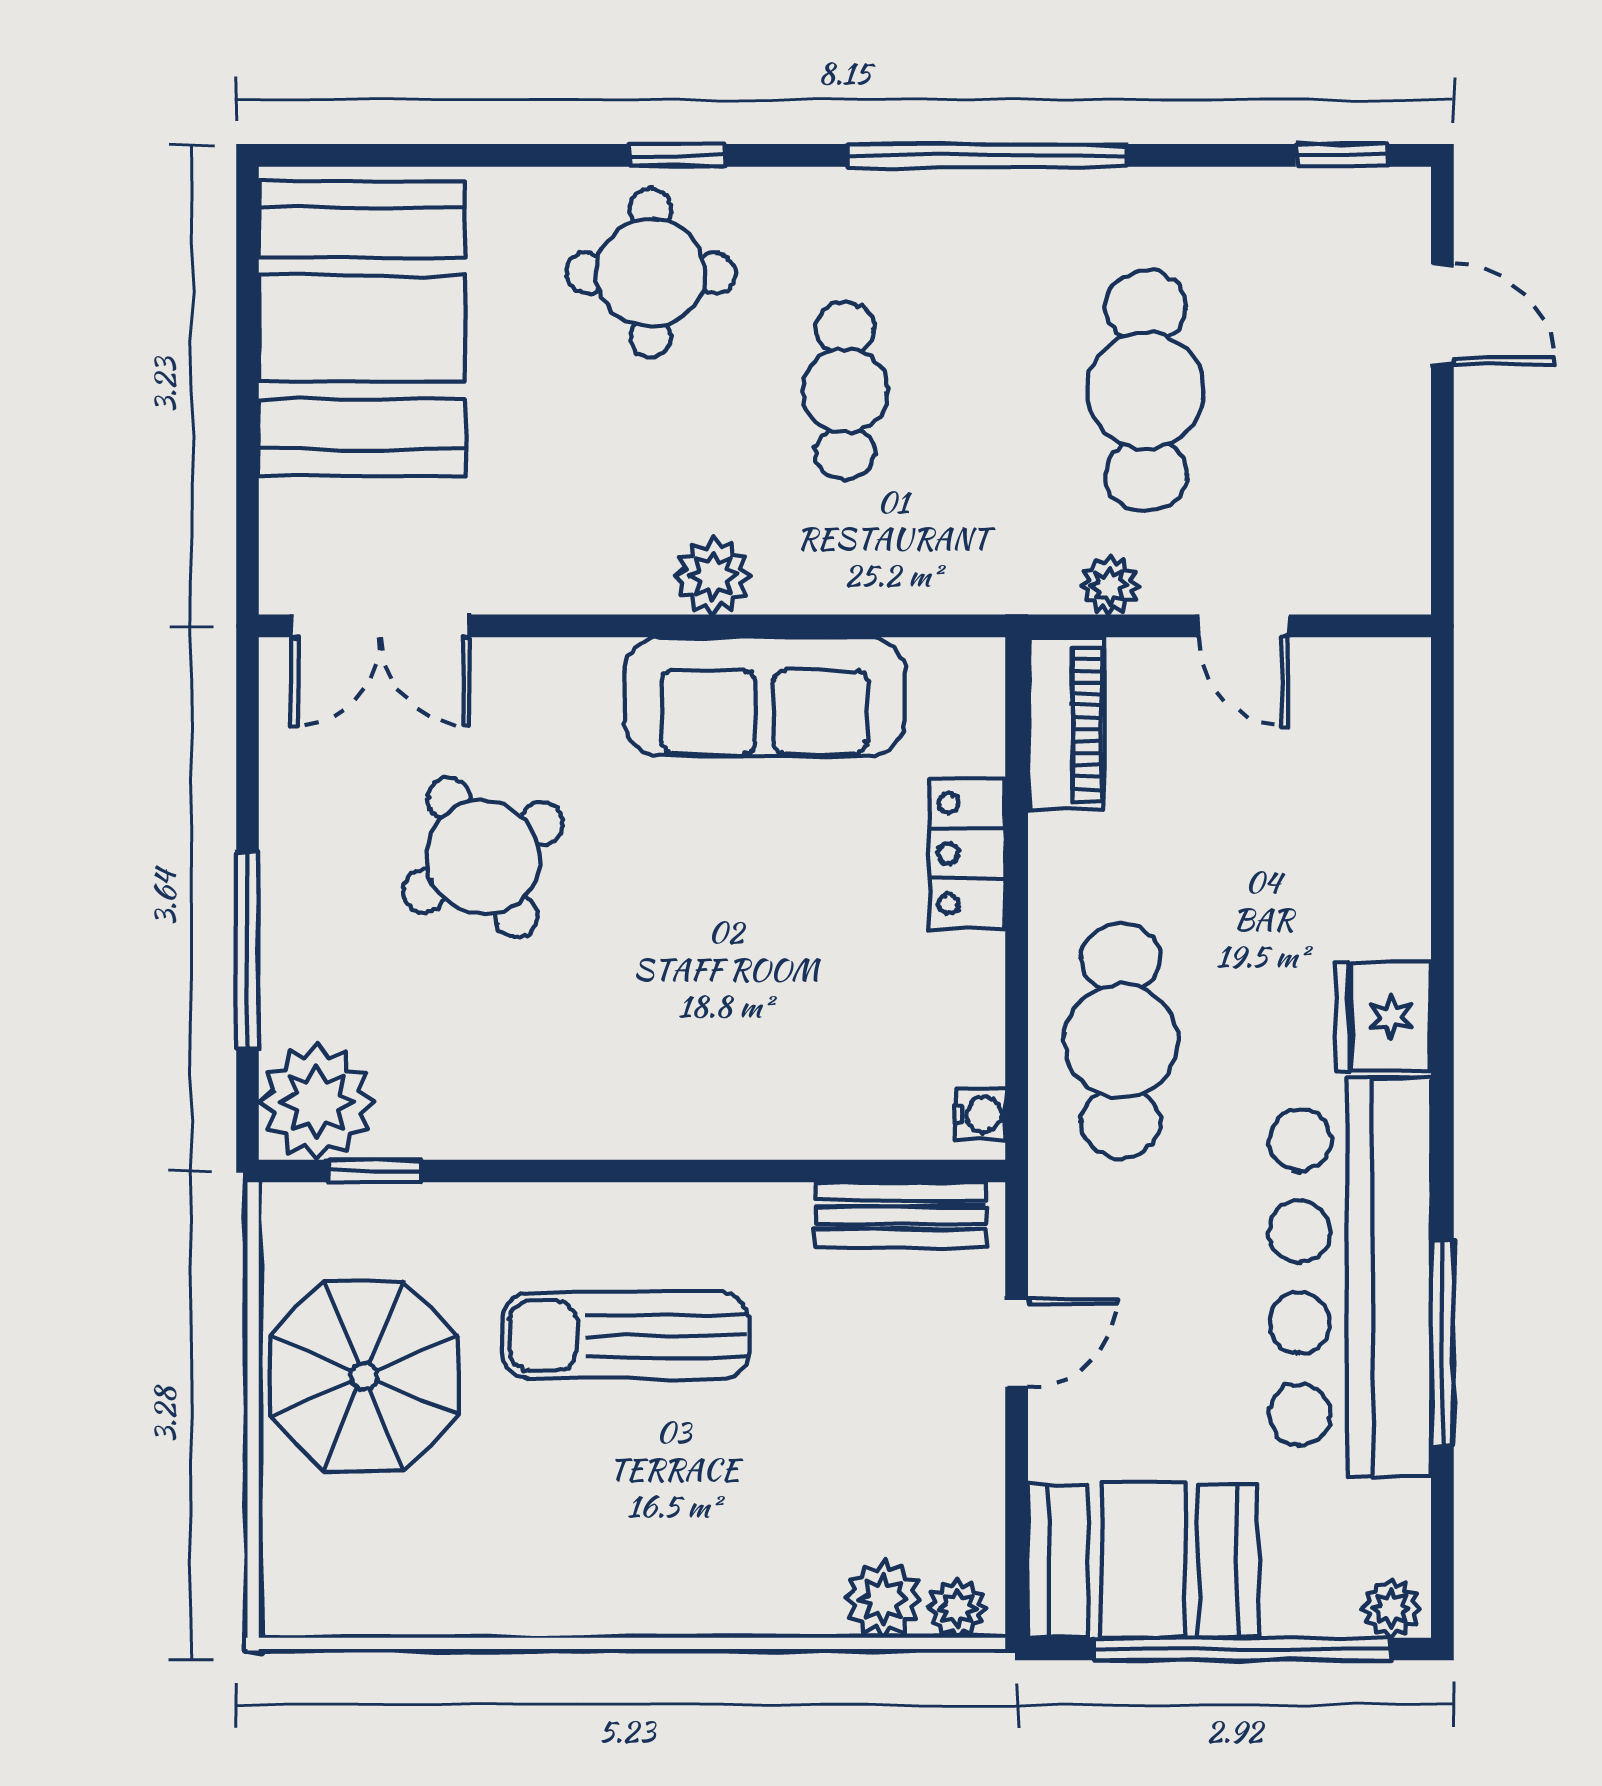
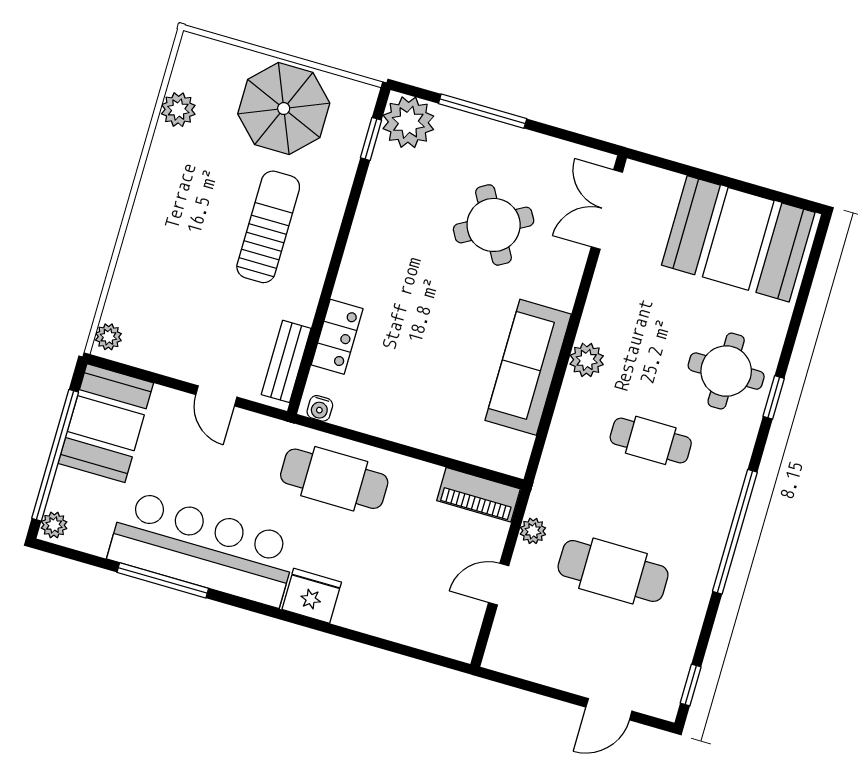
locker: (967, 854) -> (337, 337), moved, turned 90
plant: (883, 1599) -> (178, 110), moved

